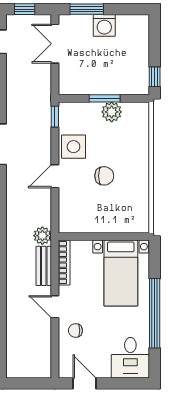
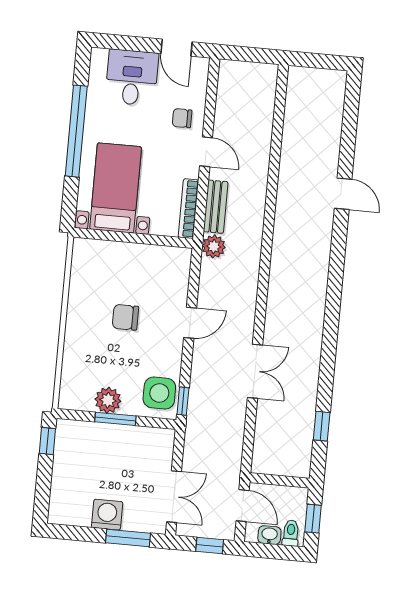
side table: (74, 147) -> (159, 393), moved
chair: (75, 330) -> (182, 118), turned 180
desk: (130, 358) -> (132, 77), moved

